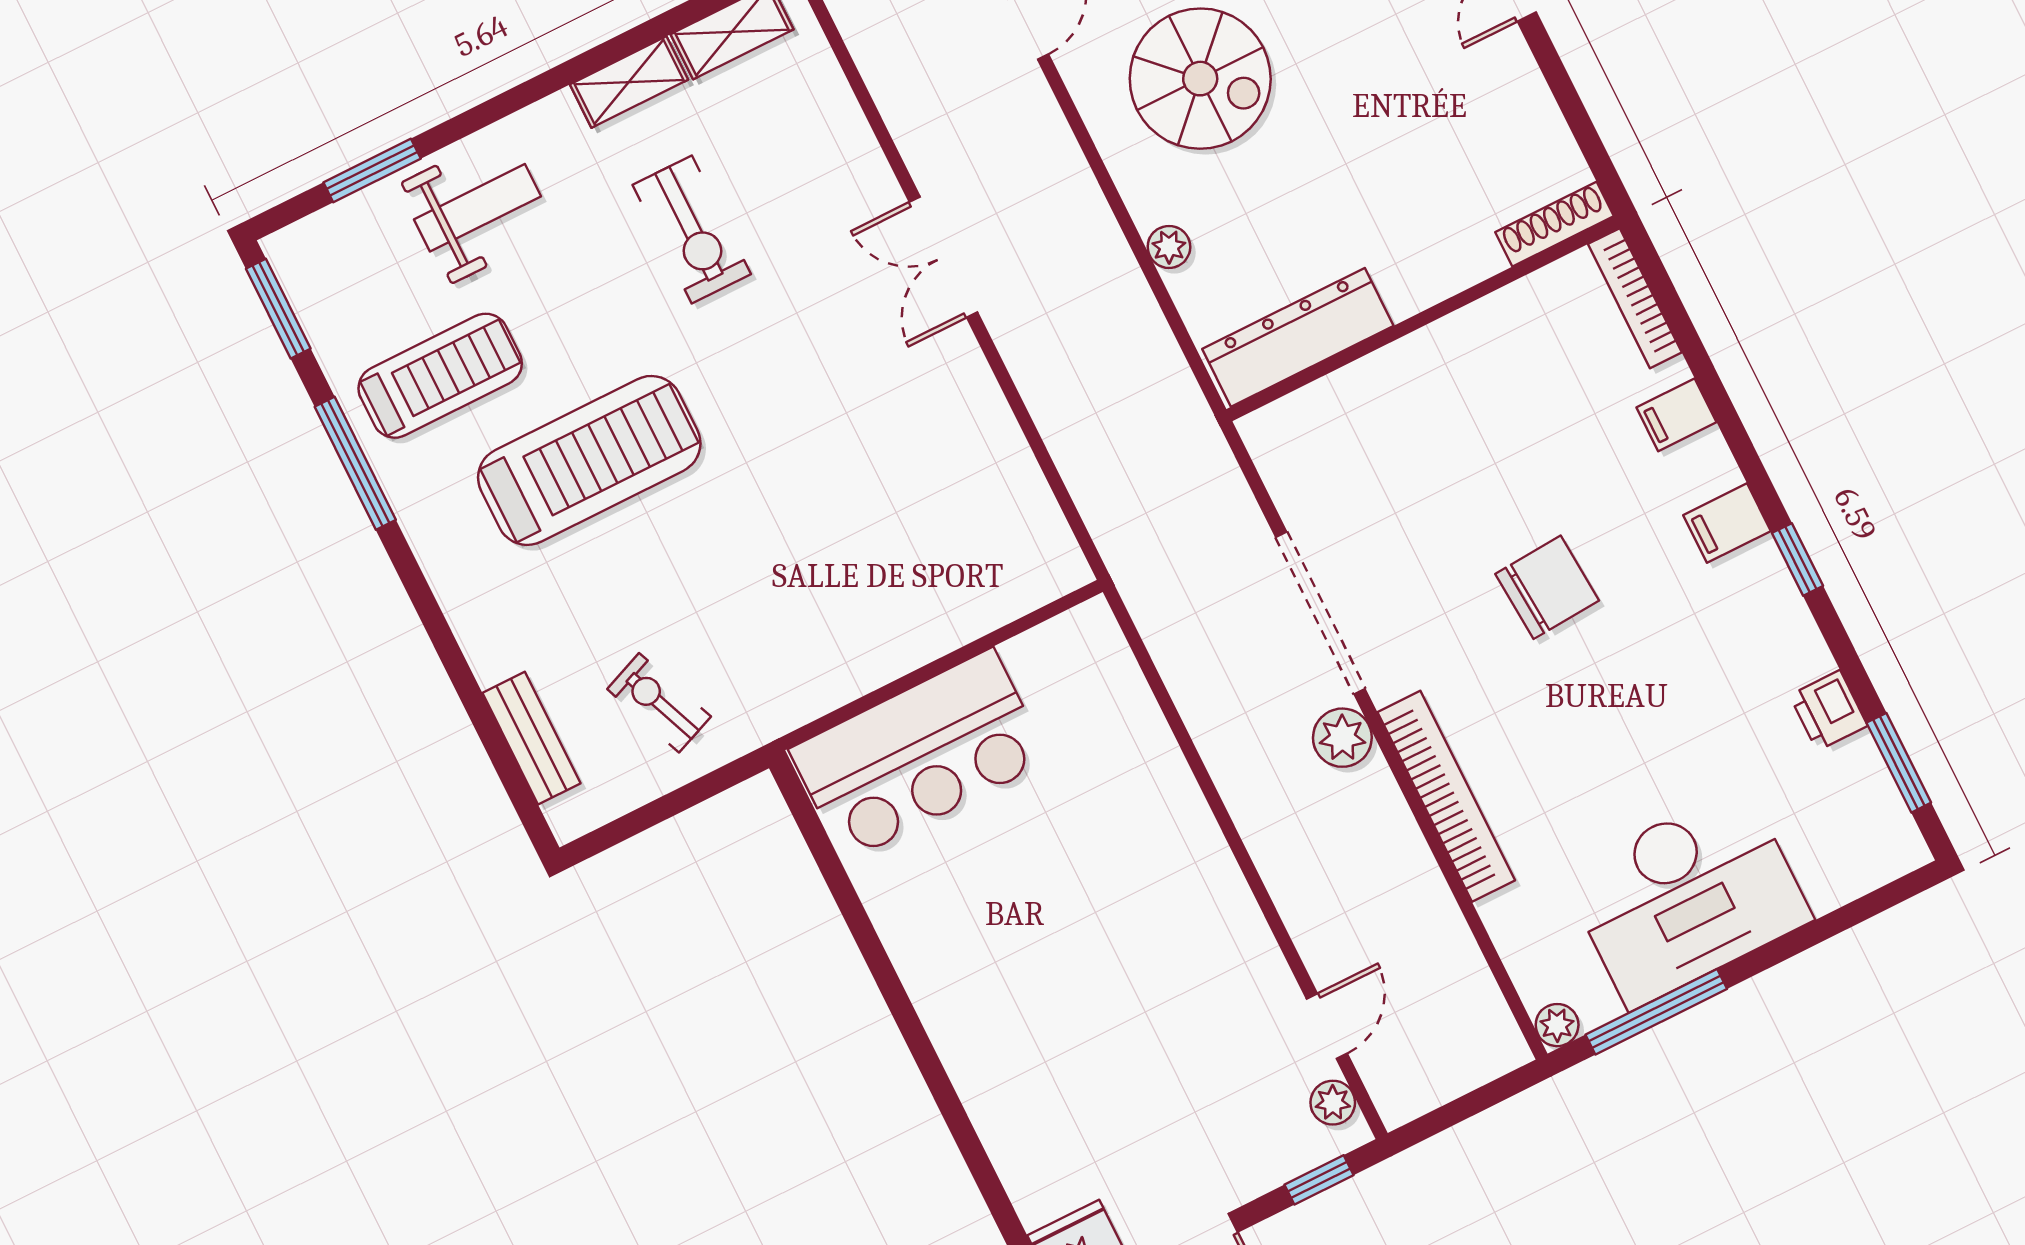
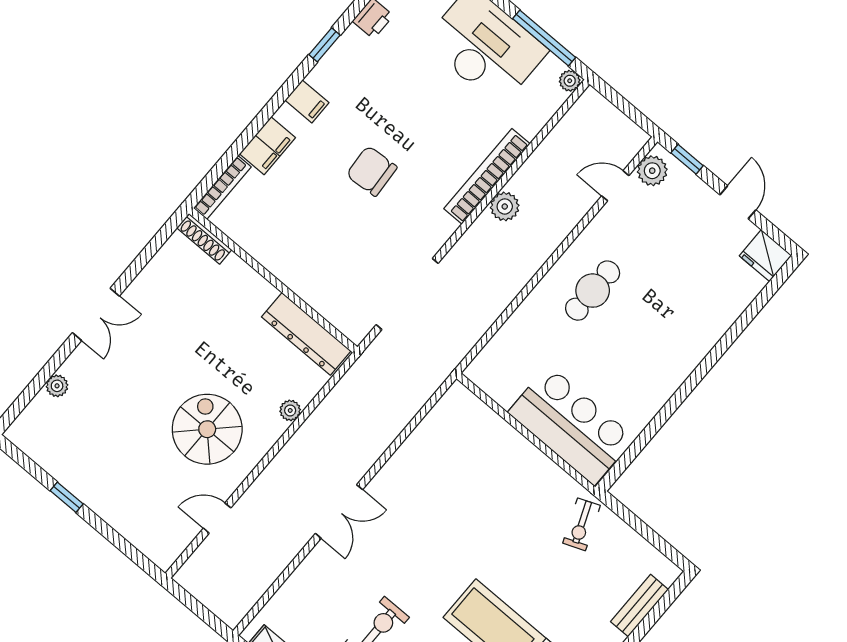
filing cabinet: (1676, 415) -> (267, 146), width x2.00
window: (1798, 559) -> (324, 45), moved
doorway: (1320, 613) -> (407, 294), moved
exercise bike: (659, 703) -> (581, 524), moved
plant: (1342, 738) -> (505, 206), moved
cafe table: (1151, 901) -> (593, 291), added
plant: (1333, 1103) -> (652, 171), width x1.38, depth x1.38

